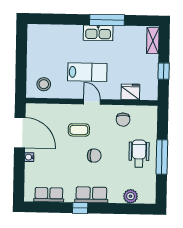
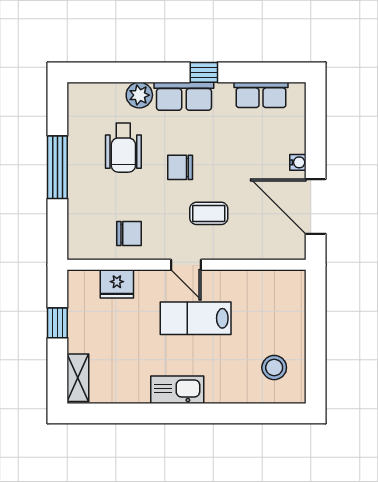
window: (107, 20) -> (162, 413), removed
stool: (44, 84) -> (274, 368), moved
chair: (123, 120) -> (129, 234), turned 90
wheelchair: (139, 154) -> (123, 148), moved
plant: (131, 196) -> (139, 95), moved

